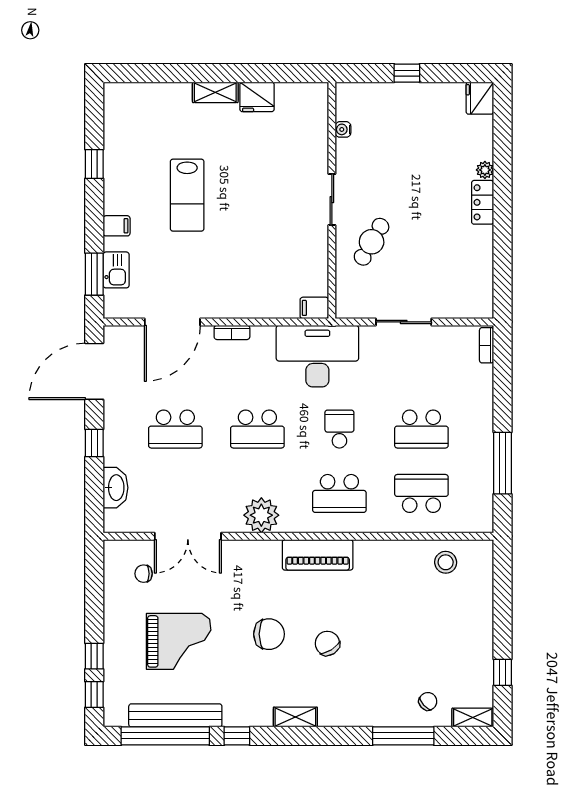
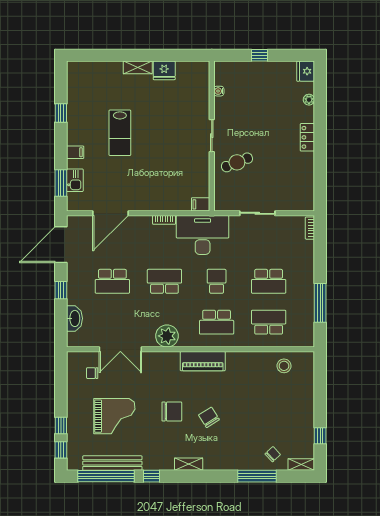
plant: (485, 170) -> (309, 100), moved
cafe table: (372, 242) -> (237, 162), turned 38
bookcase: (232, 332) -> (164, 220), moved
school desk: (257, 429) -> (164, 281), turned 180

